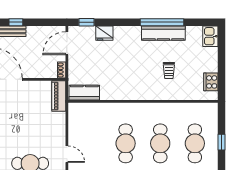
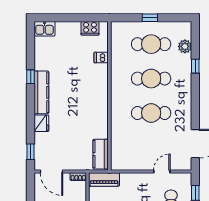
window: (162, 22) -> (31, 77), width x0.32
fridge: (104, 33) -> (41, 123), moved
kitchen counter: (163, 33) -> (41, 92), moved
trolley: (169, 71) -> (79, 70), removed
dishwasher: (181, 93) -> (101, 58), added

